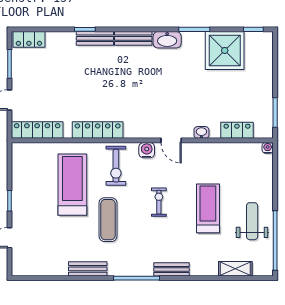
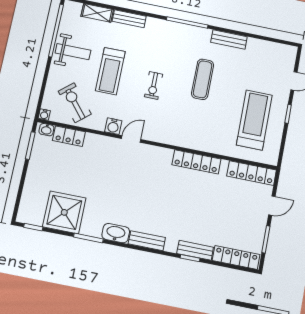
bench: (95, 38) -> (195, 250), moved
locker: (29, 39) -> (236, 257), width x1.53
washbasin: (201, 132) -> (46, 130), moved
door: (171, 140) -> (131, 139), hinge flipped
water cooler: (147, 150) -> (113, 126), moved
exercise bike: (116, 166) -> (75, 103), moved, turned -40
treadmill: (72, 185) -> (254, 120), moved, turned 180
weight bench: (252, 221) -> (73, 52), turned -90
bench: (172, 269) -> (129, 19), moved

